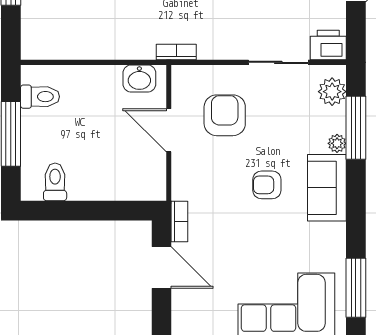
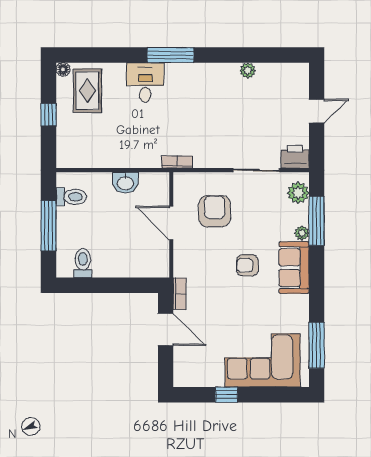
washbasin: (139, 78) -> (125, 183), moved

